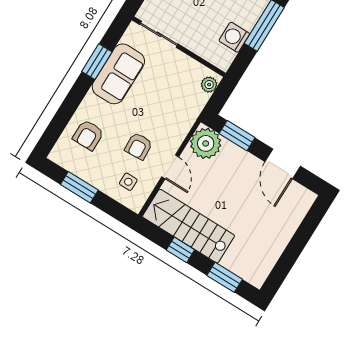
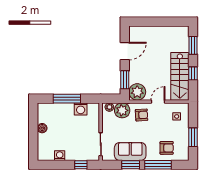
plant: (191, 101) -> (122, 110), added
window: (70, 105) -> (158, 165), added
armchair: (138, 146) -> (142, 115), moved

